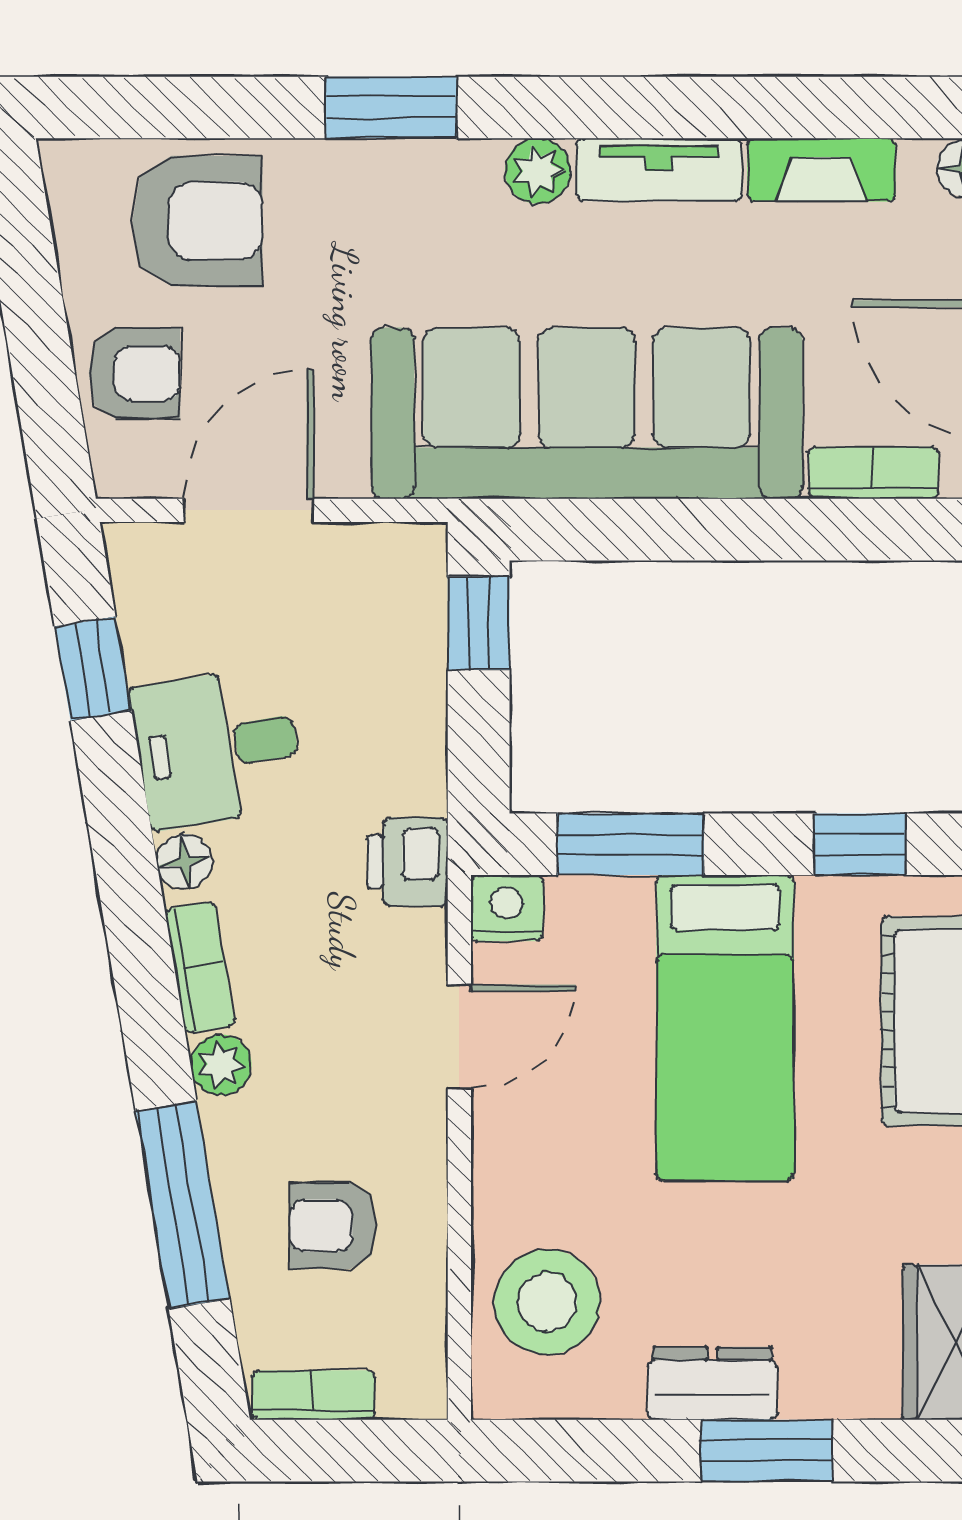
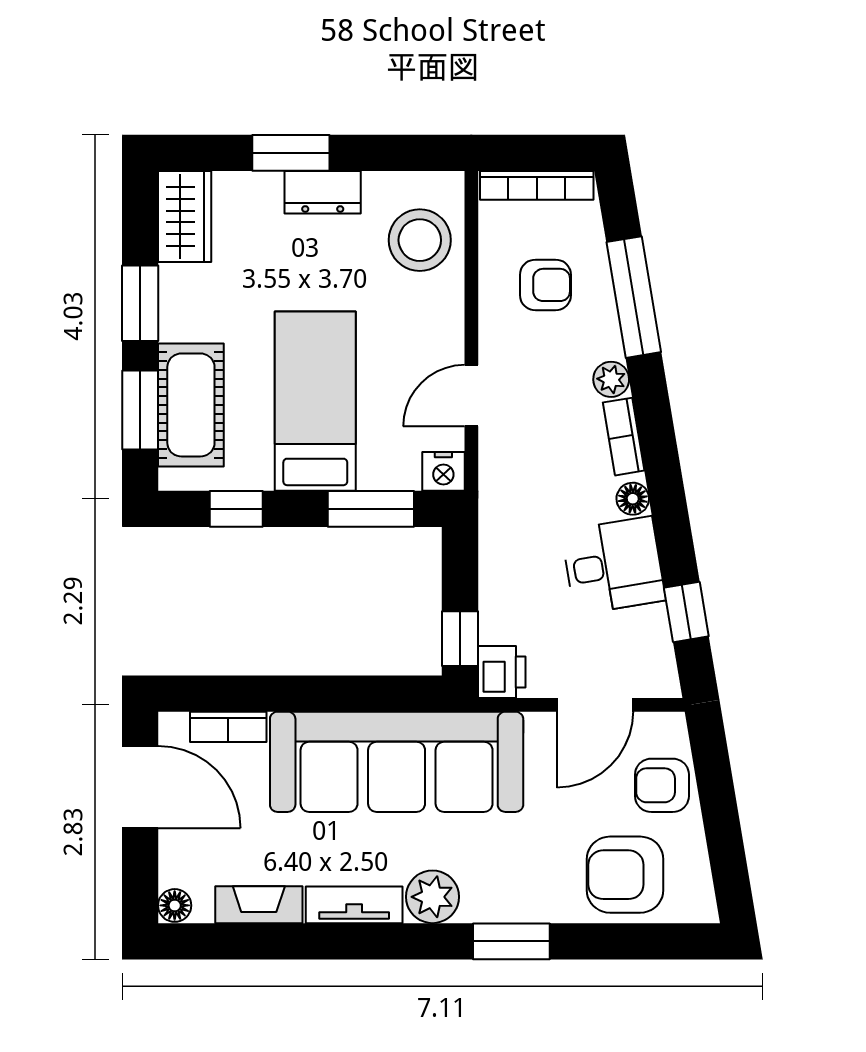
plant: (538, 171) -> (432, 897), width x1.38, depth x1.38
printer: (407, 862) -> (502, 672), moved
bookcase: (313, 1395) -> (537, 185), width x1.56

